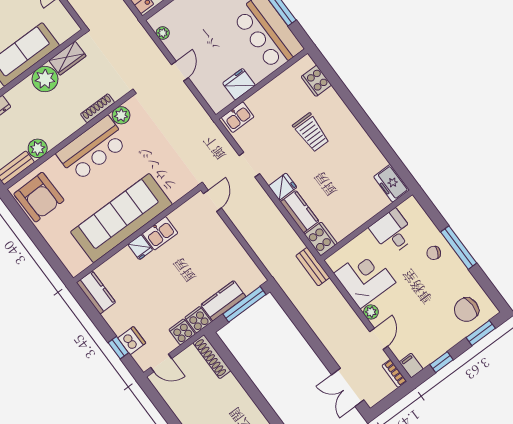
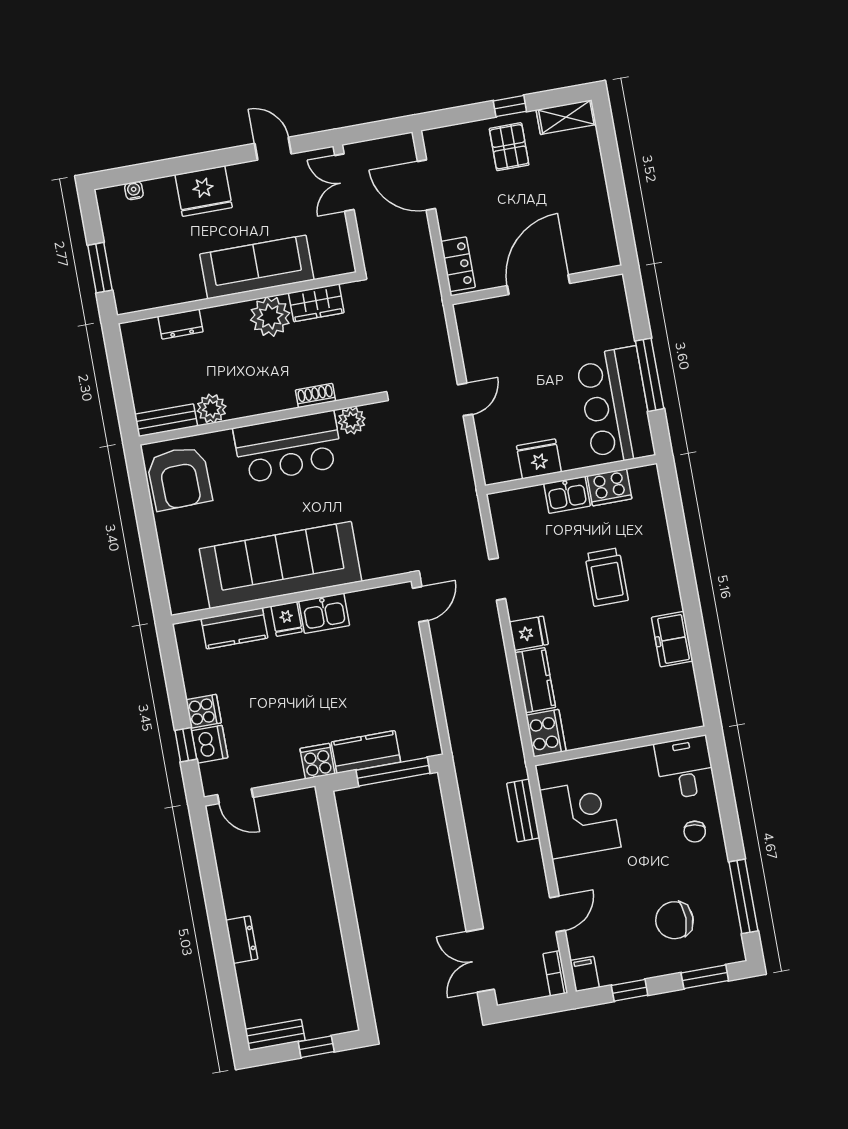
plant: (163, 33) -> (467, 334), removed
cooker: (316, 81) -> (609, 487), moved, turned -90
shoe rack: (97, 108) -> (315, 396), width x0.70
kitchen sink: (238, 117) -> (567, 495), moved
freezer: (392, 183) -> (672, 639), moved
desk: (393, 232) -> (685, 768), moved
window: (459, 248) -> (743, 896), moved
chair: (434, 253) -> (695, 832), turned -105
bench: (313, 267) -> (523, 811), moved
kitchen counter: (96, 292) -> (234, 628), moved, turned 90
chair: (466, 310) -> (674, 920), moved
plant: (371, 312) -> (565, 871), removed
cooker: (182, 332) -> (204, 711), moved, turned 90
shoe rack: (212, 357) -> (311, 823), removed

